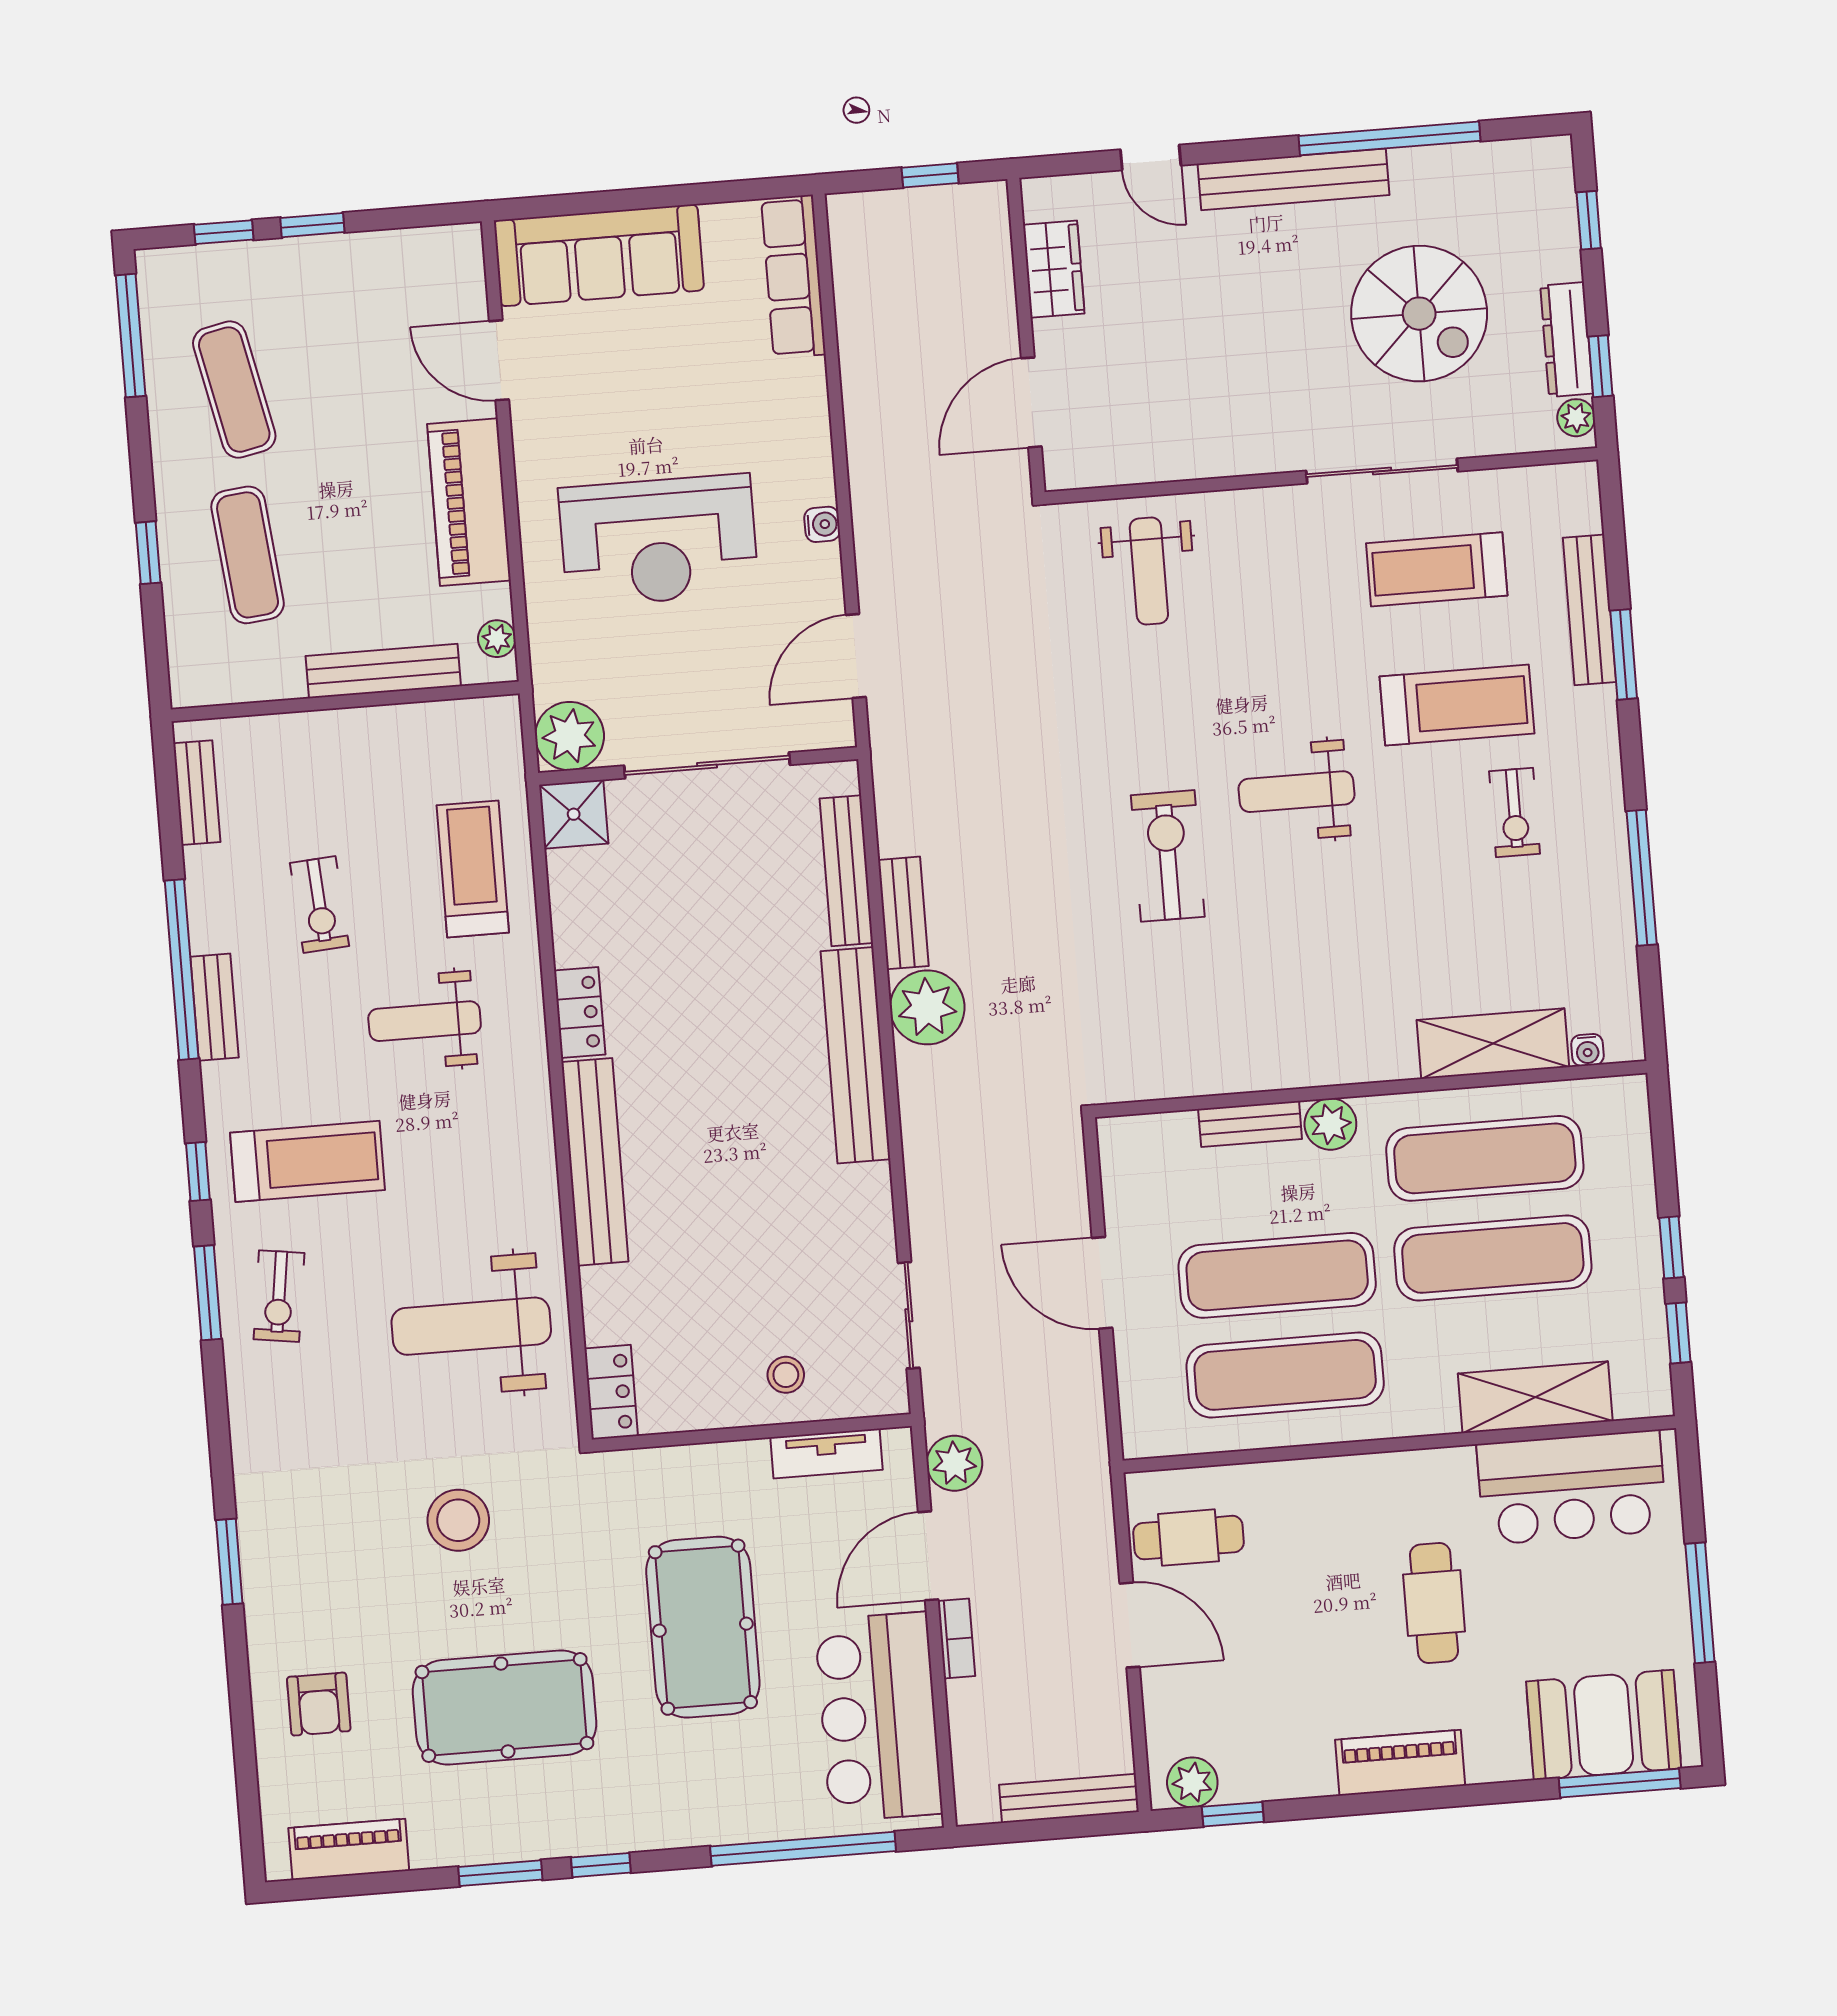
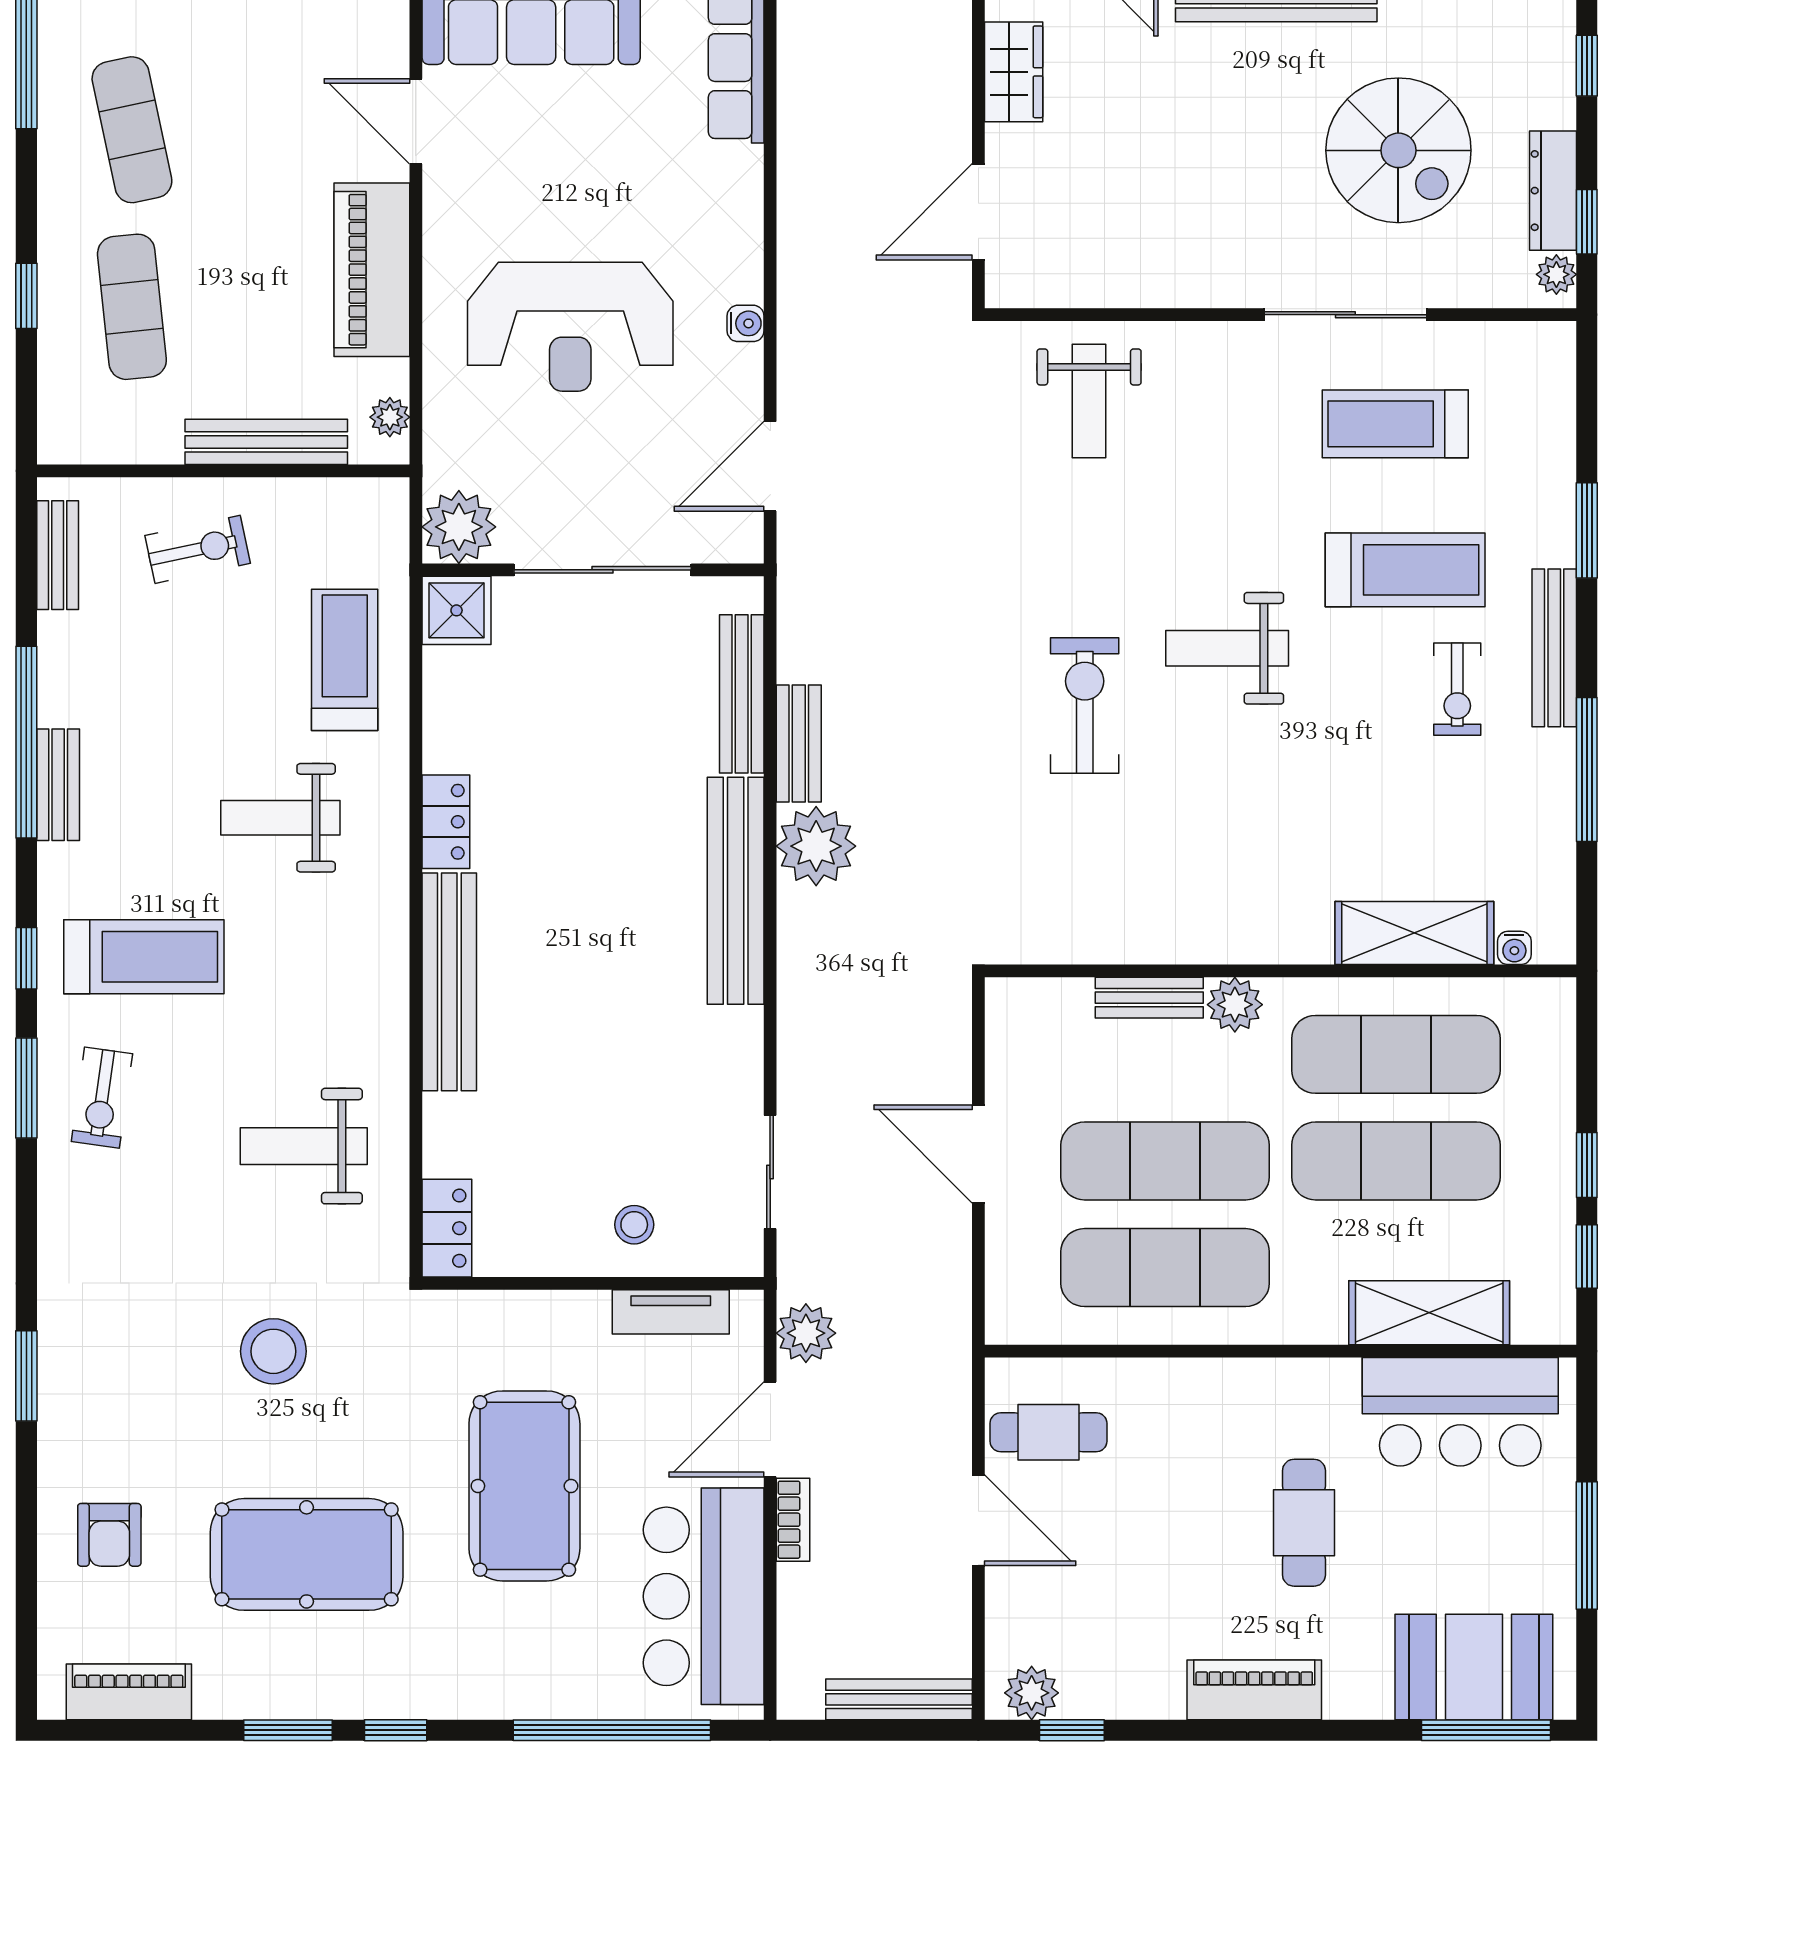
bench: (1589, 610) -> (1554, 648), moved
exercise bike: (319, 905) -> (198, 549), moved, turned -98
weight bench: (471, 1326) -> (304, 1146), width x0.73, depth x0.75

